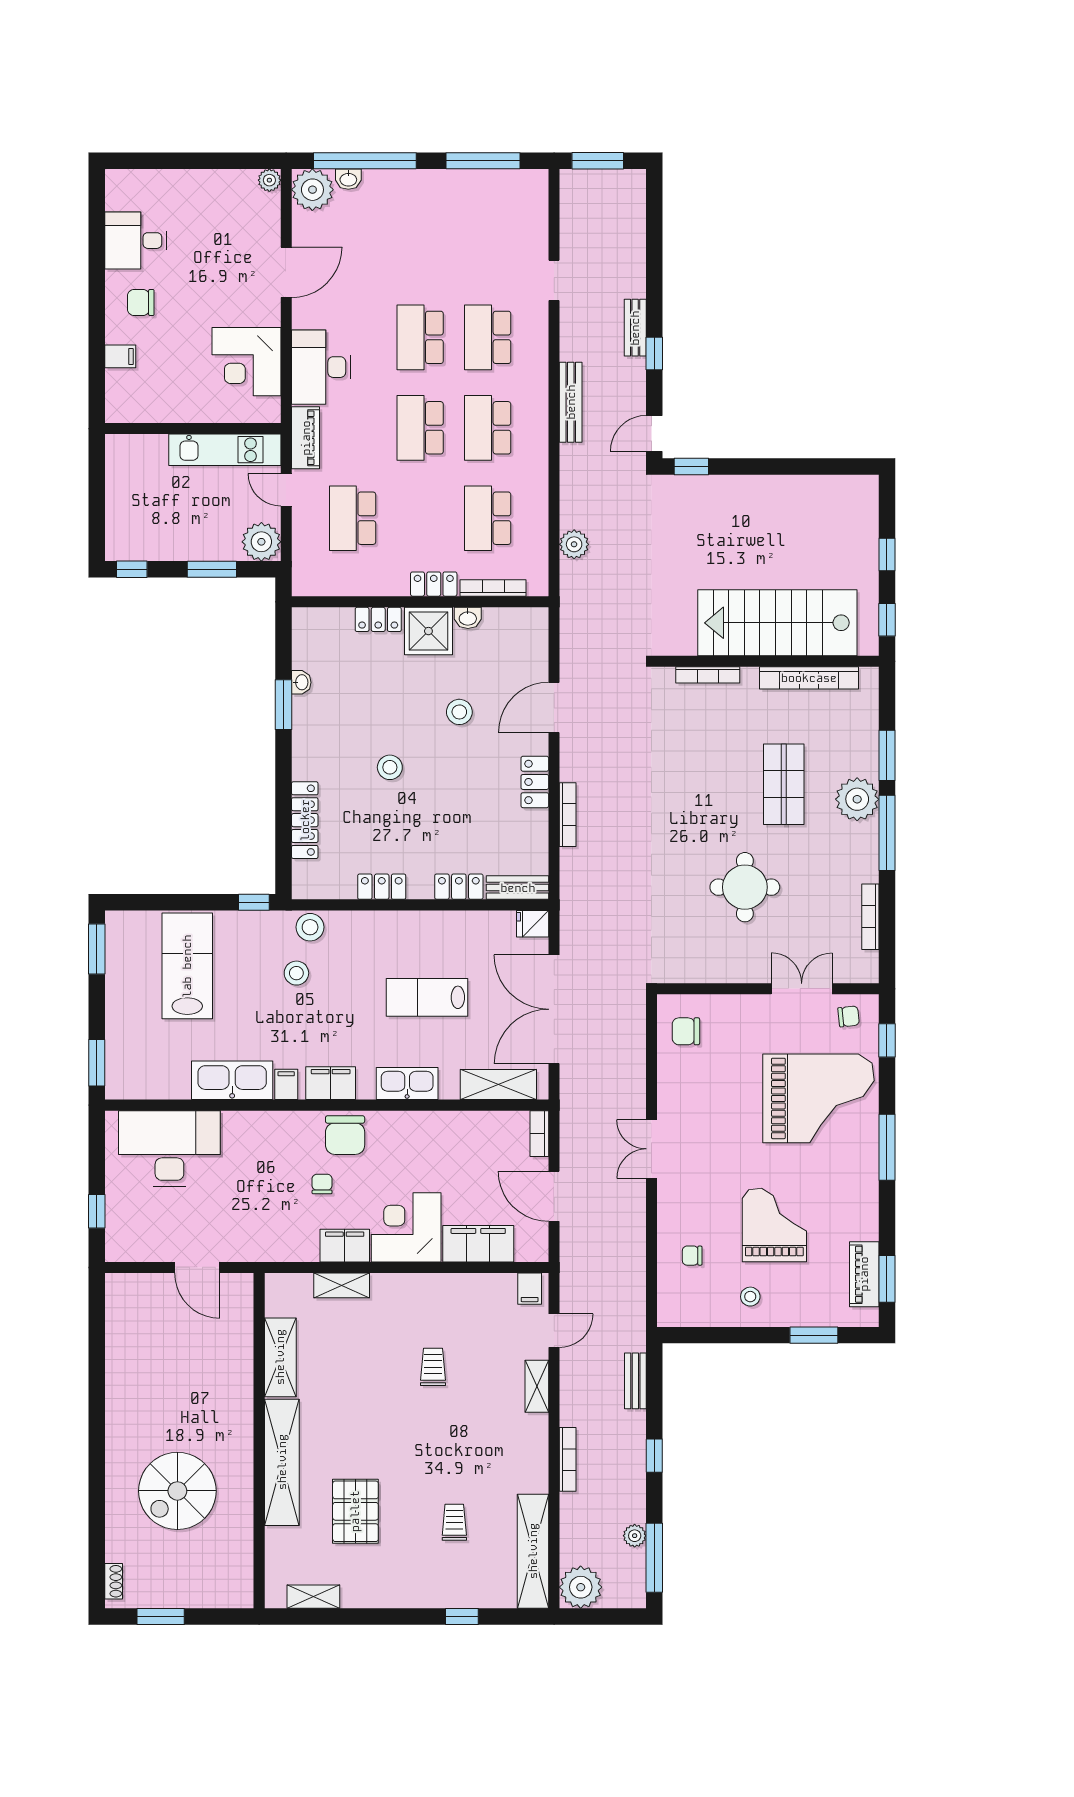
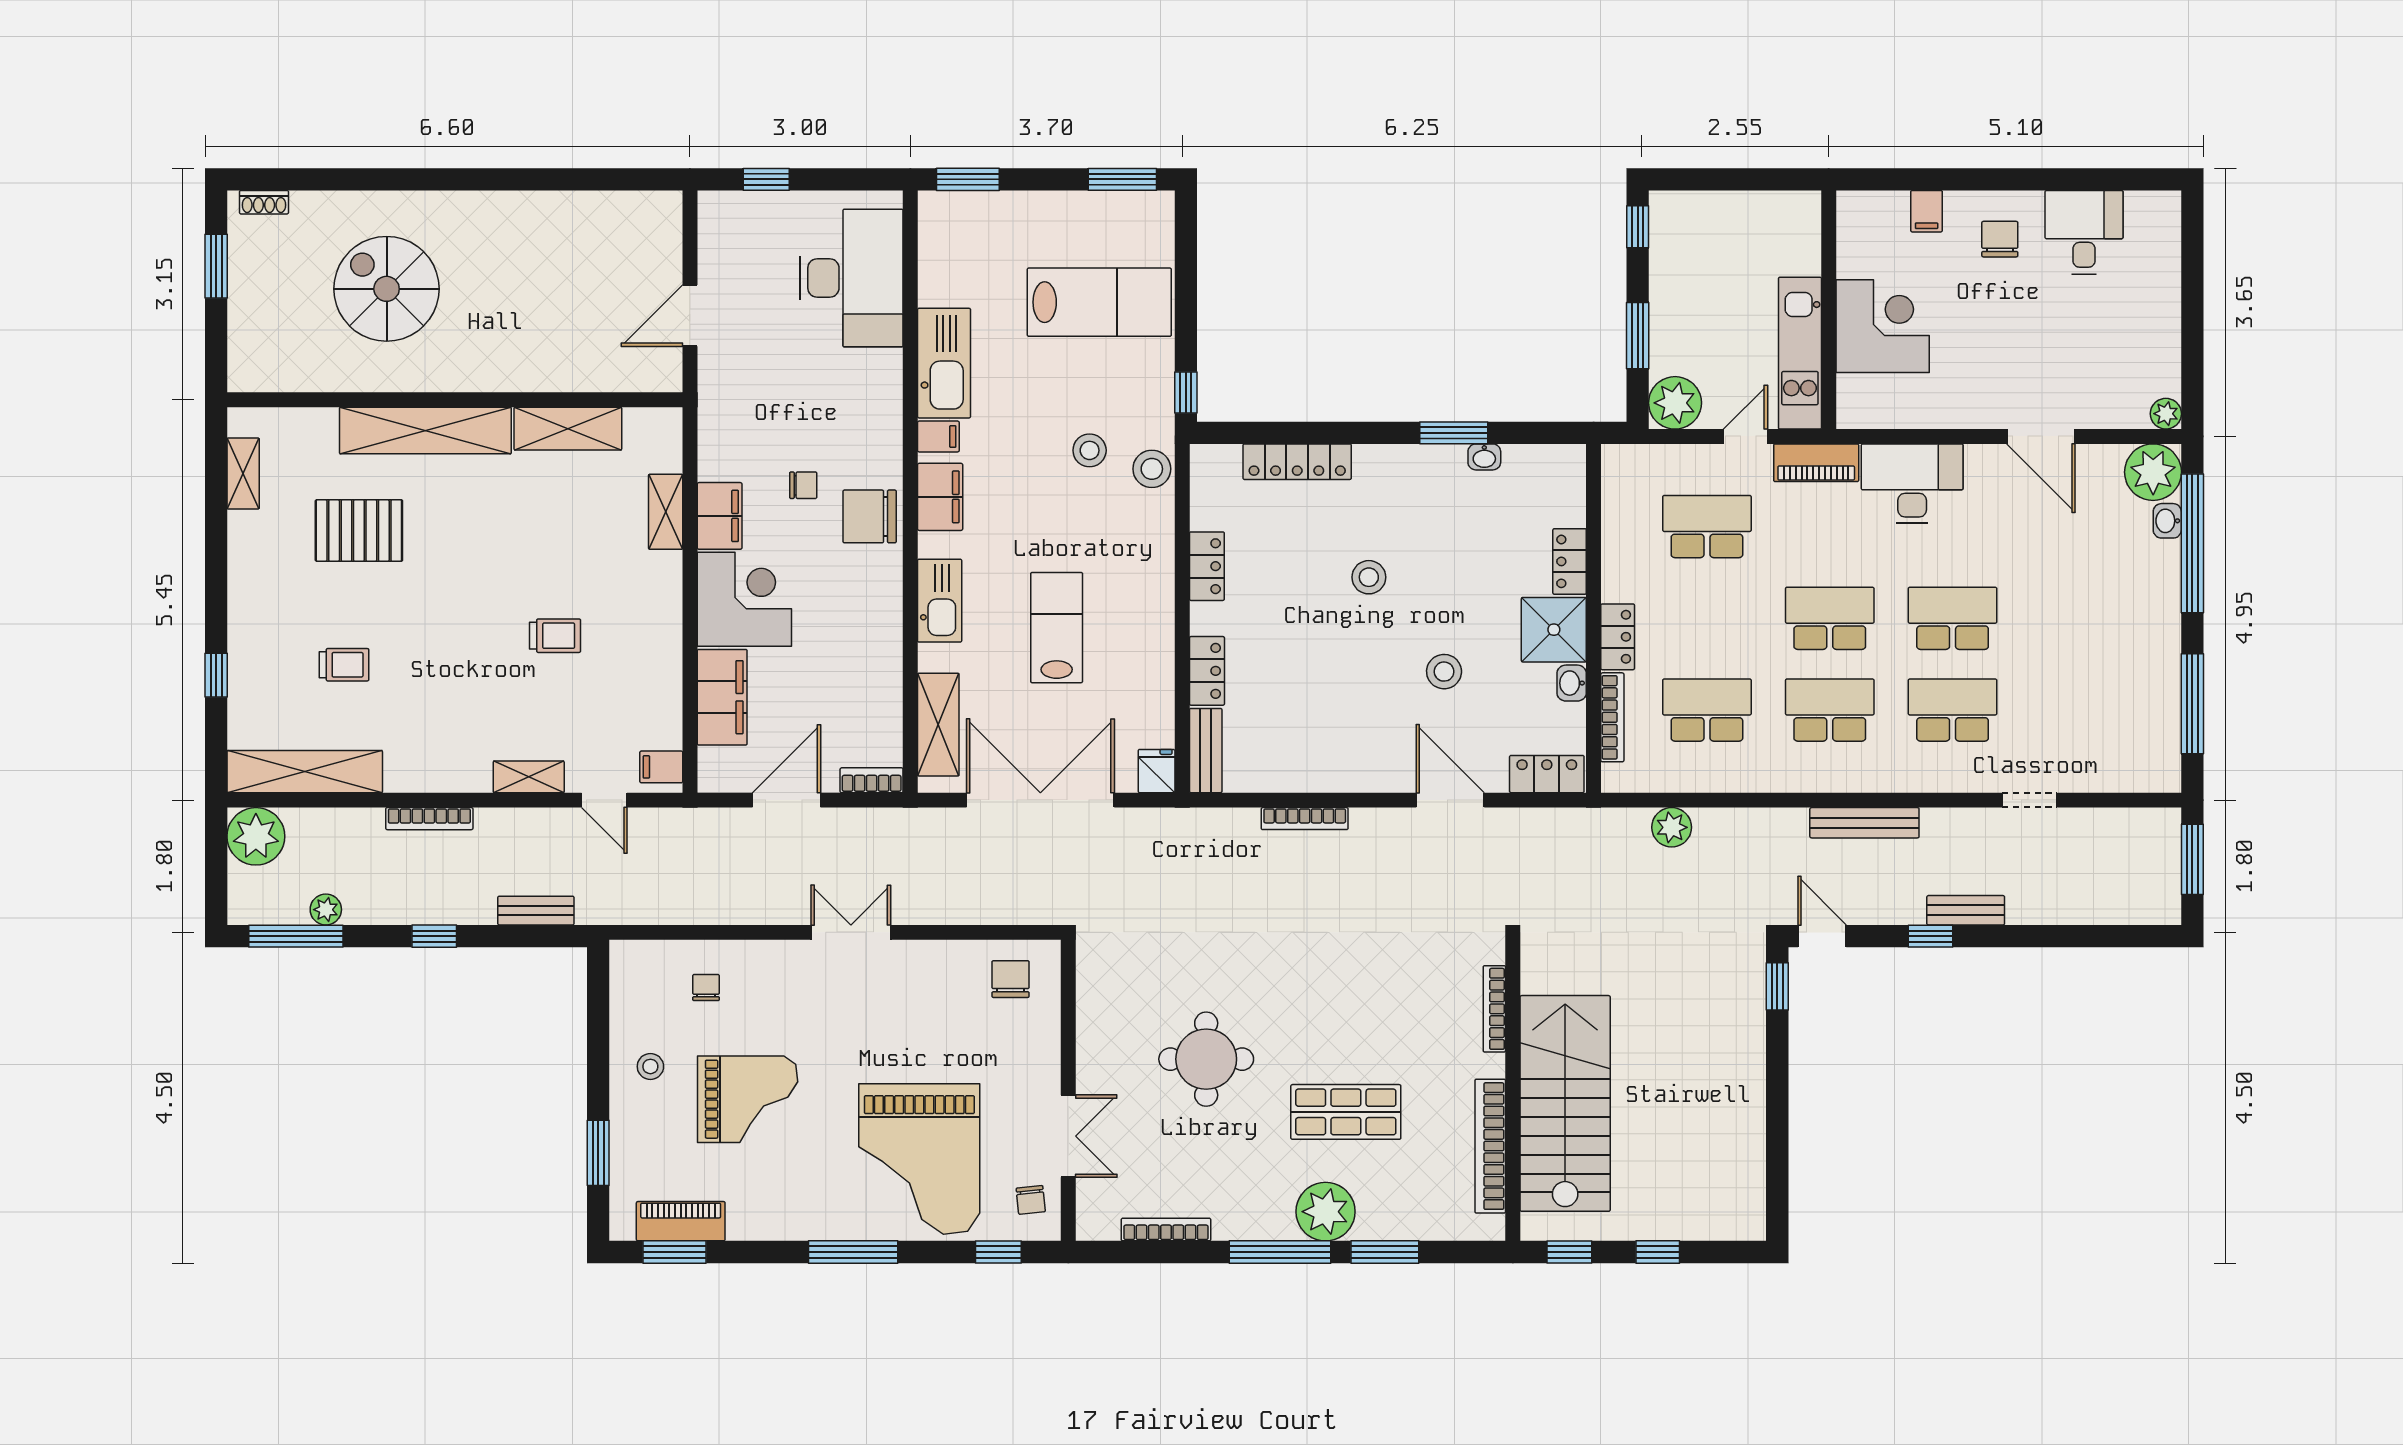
corner desk: (246, 362) -> (1883, 326), moved, turned 90
locker: (535, 782) -> (1547, 774), moved

